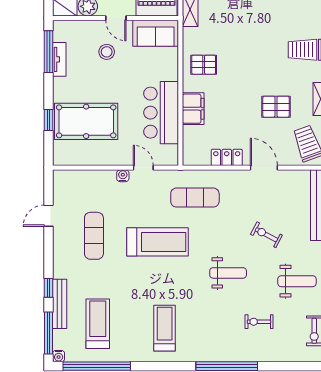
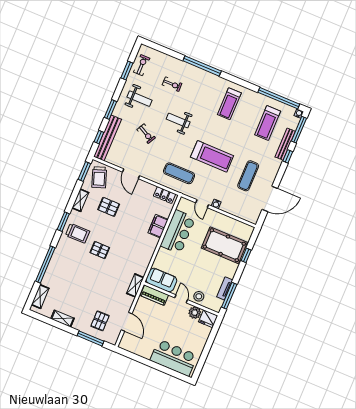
stool: (107, 52) -> (199, 296), moved
pallet: (204, 65) -> (100, 250), moved
locker: (227, 157) -> (164, 195), moved
door: (49, 216) -> (270, 199), width x1.87
treadmill: (157, 242) -> (212, 156), turned 180
weight bench: (297, 281) -> (140, 99), turned 180

